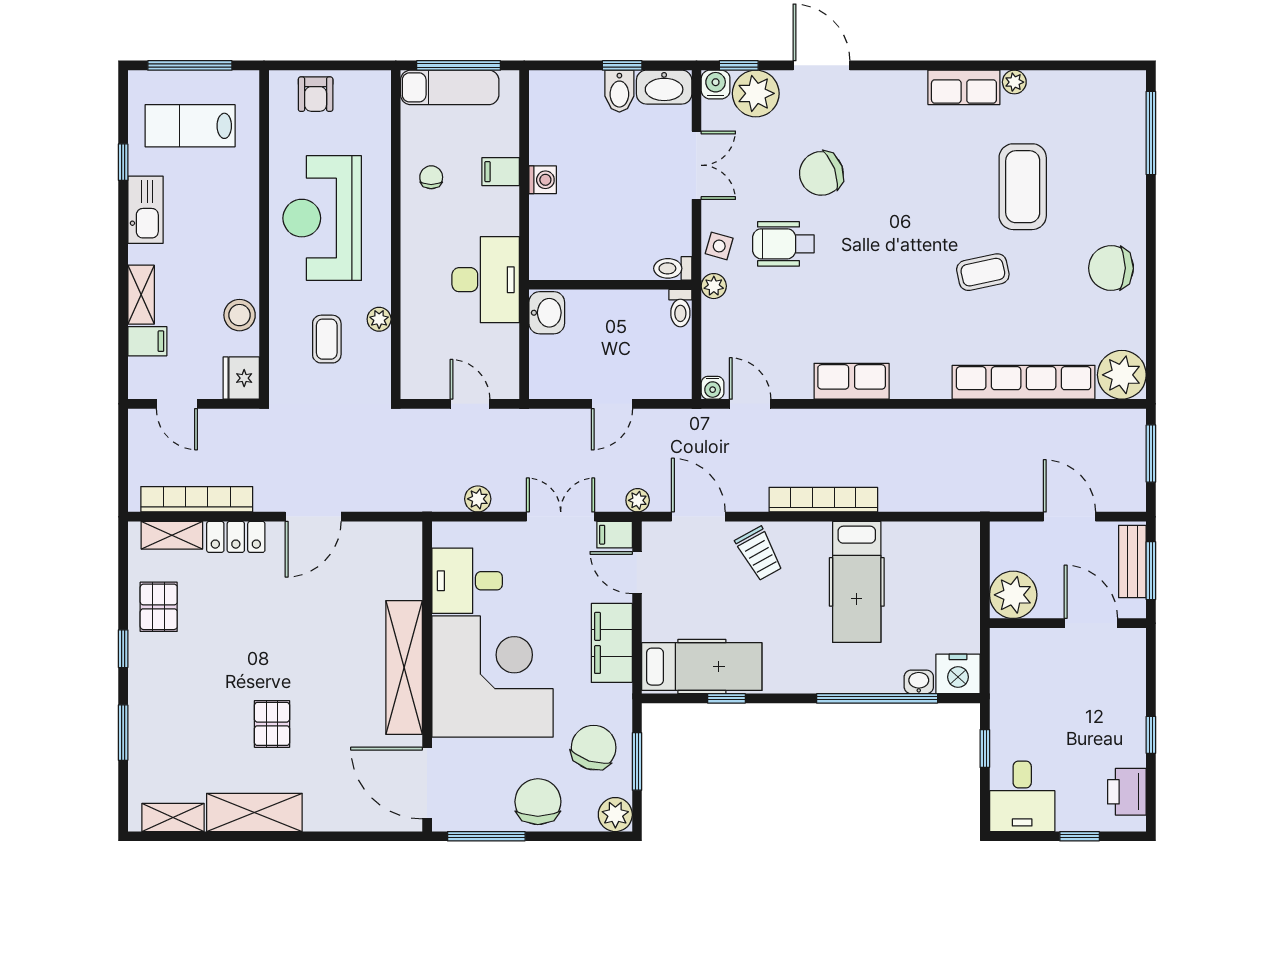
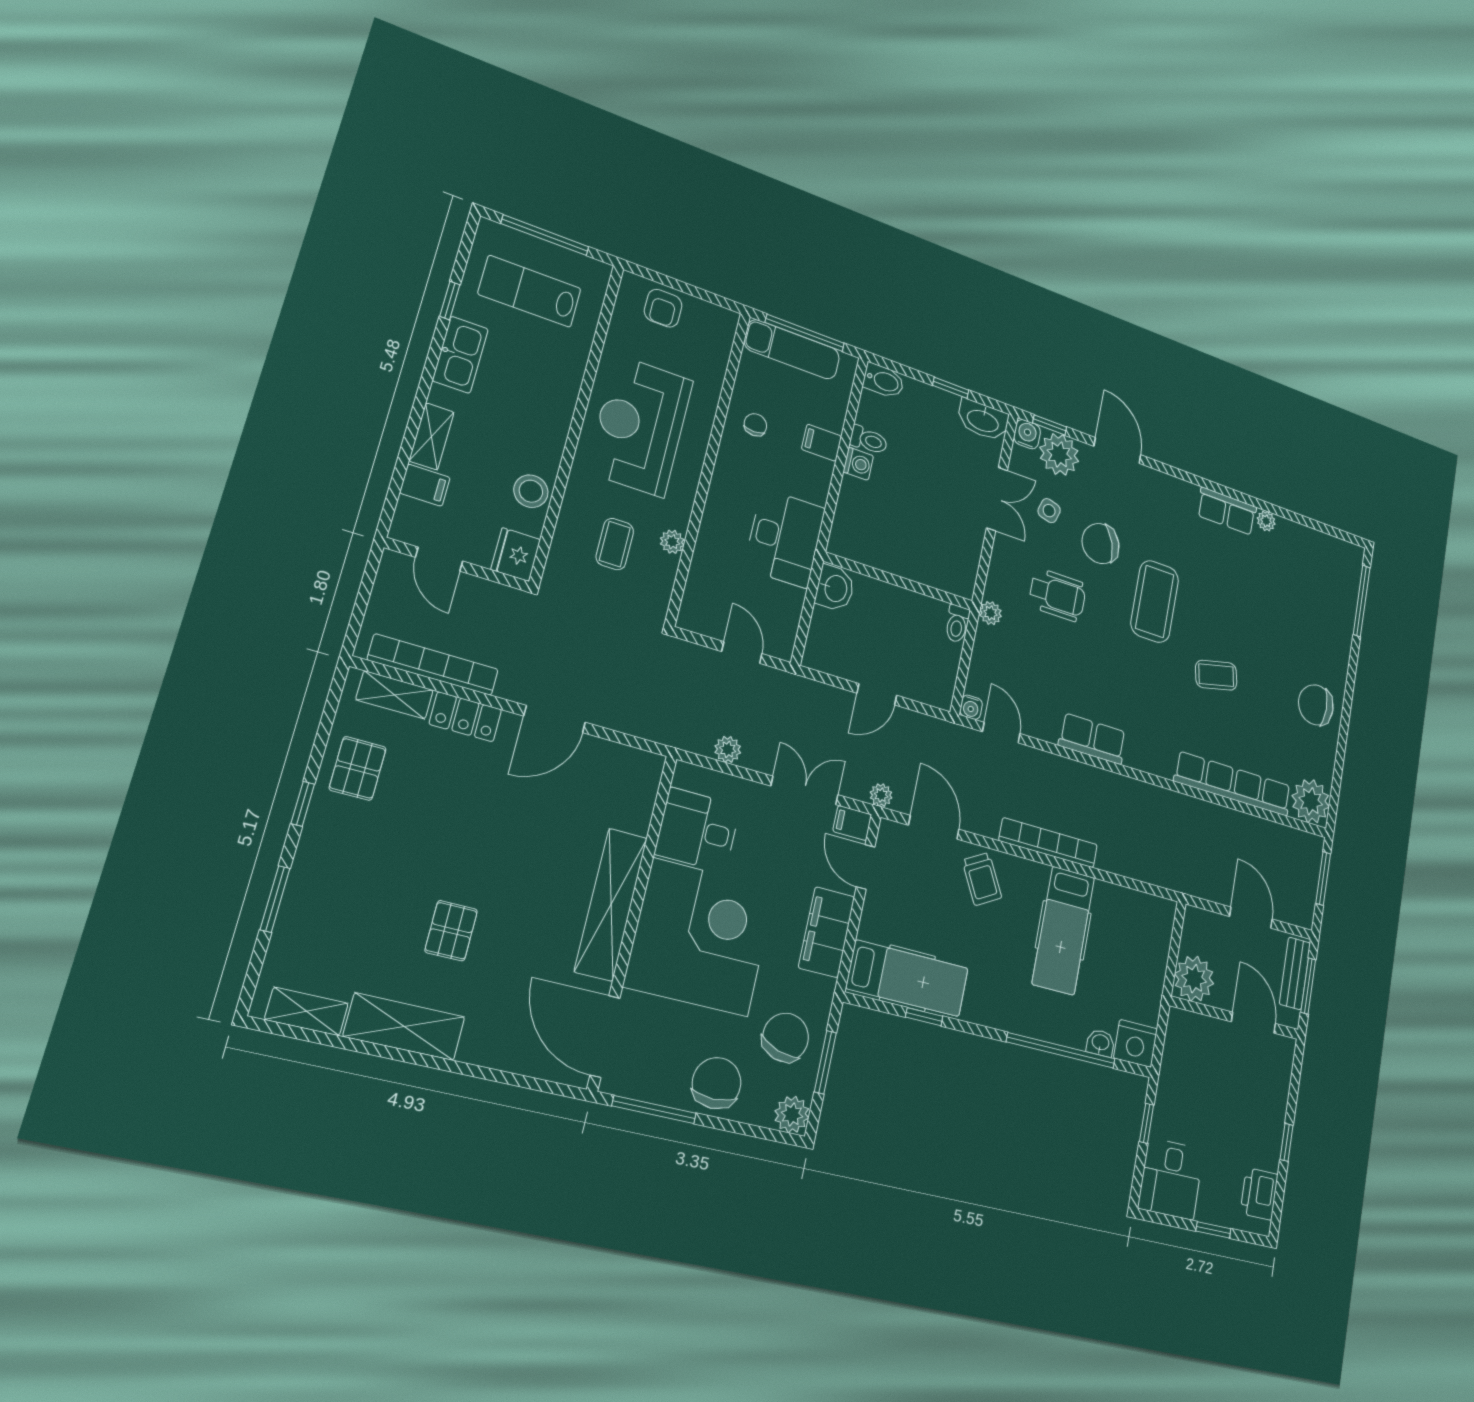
bidet: (619, 91) -> (884, 381), moved, turned -90
coffee table: (1023, 187) -> (1155, 601), moved
wheelchair: (783, 244) -> (1058, 595), turned 180
side table: (719, 246) -> (1049, 511), moved
toilet: (673, 268) -> (869, 440), moved, turned 180

